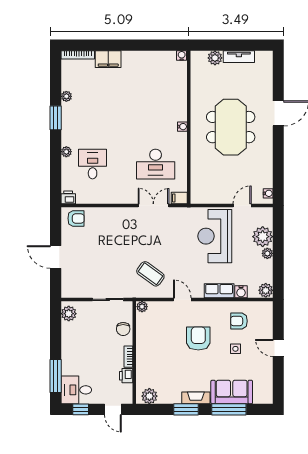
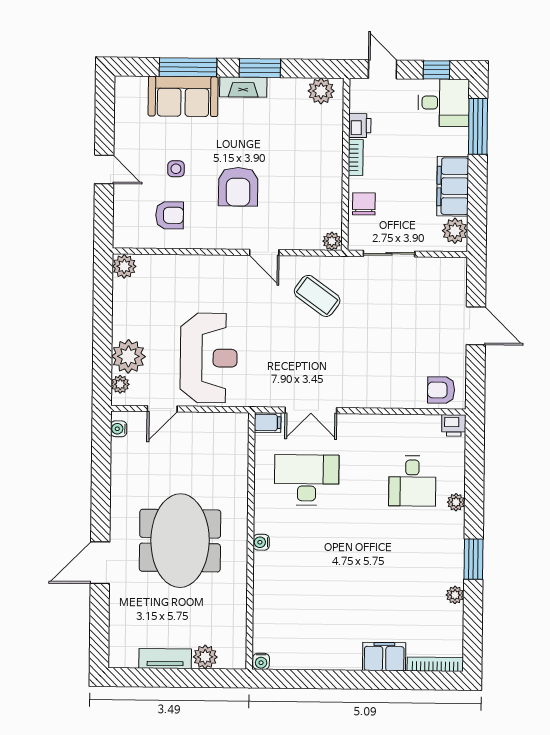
plant: (267, 253) -> (120, 384), moved
row of seats: (219, 291) -> (202, 266), removed
water cooler: (241, 292) -> (166, 264), removed
filing cabinet: (70, 340) -> (453, 186), added

